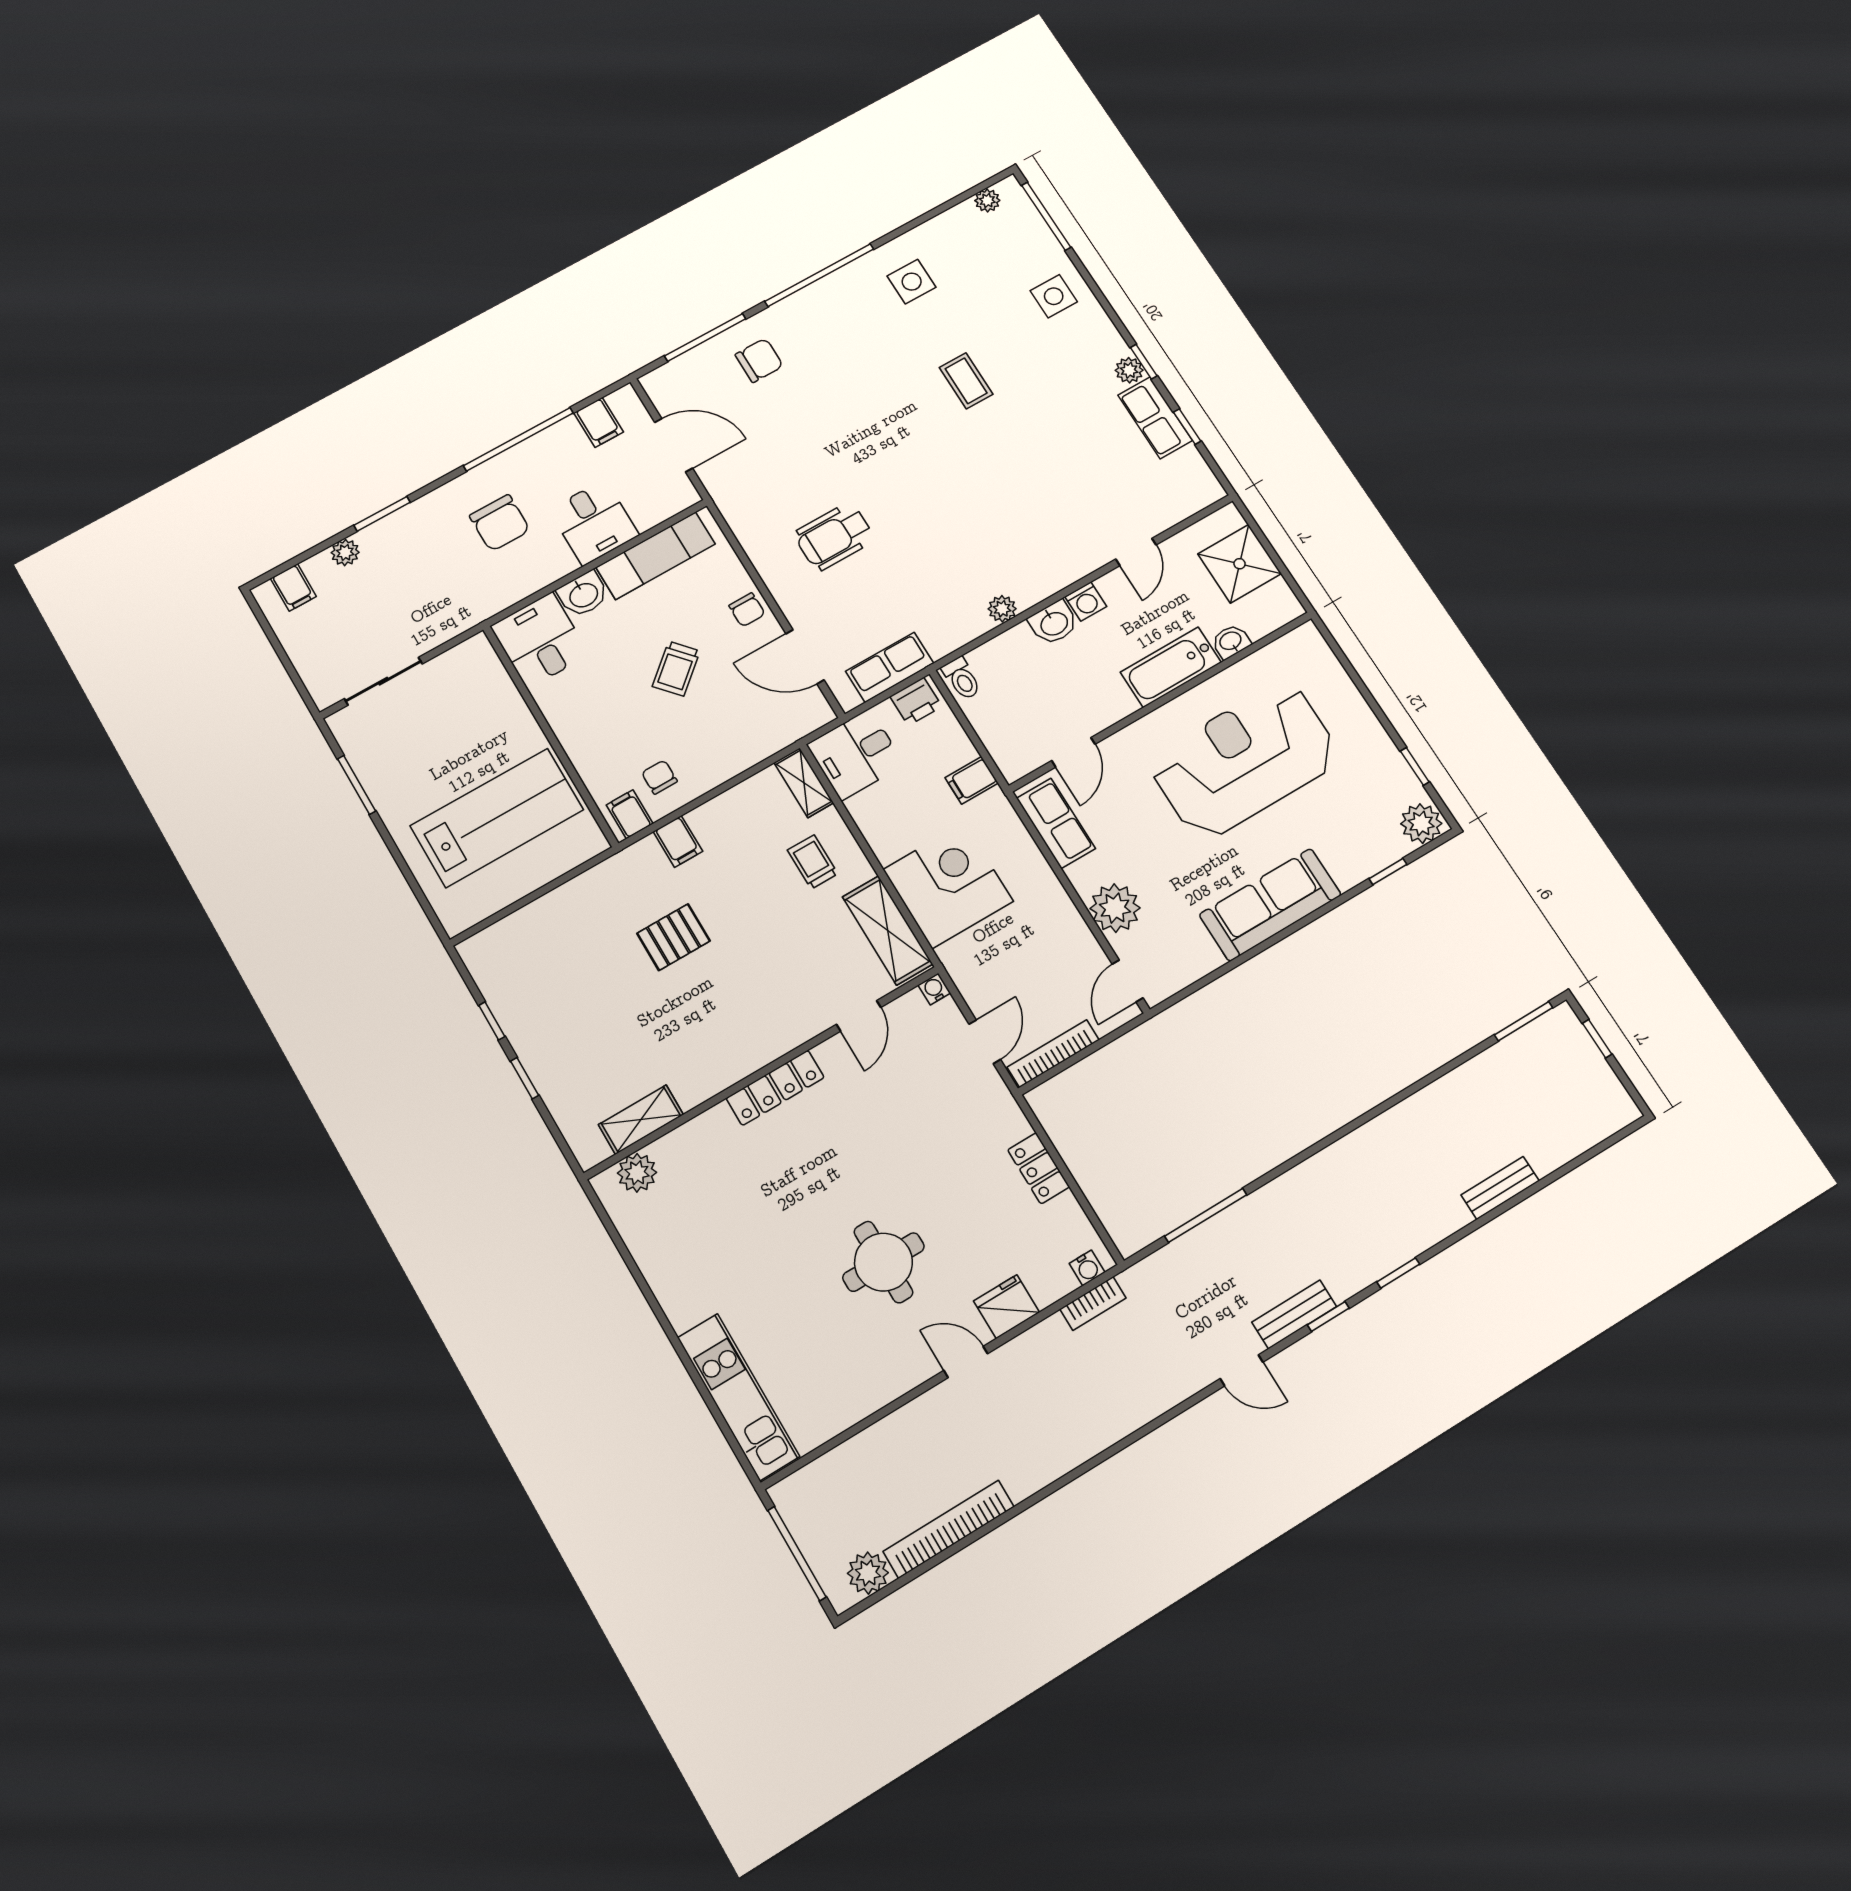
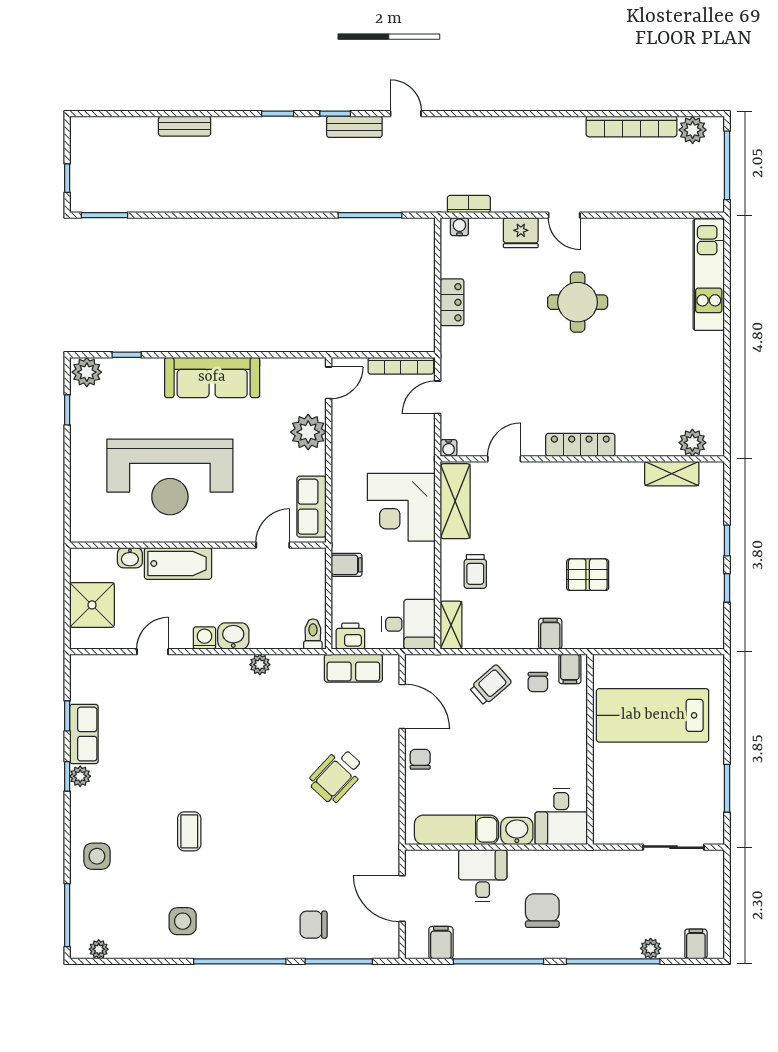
window: (382, 514) -> (613, 961), width x2.11
wheelchair: (834, 537) -> (337, 776), turned 133
trolley: (676, 669) -> (490, 685), moved

